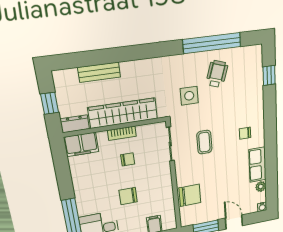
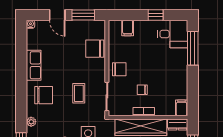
chair: (245, 133) -> (44, 95), width x1.87, depth x1.87
filing cabinet: (81, 144) -> (182, 108), width x0.50
plant: (261, 187) -> (31, 122), moved
chair: (128, 196) -> (119, 69), moved

